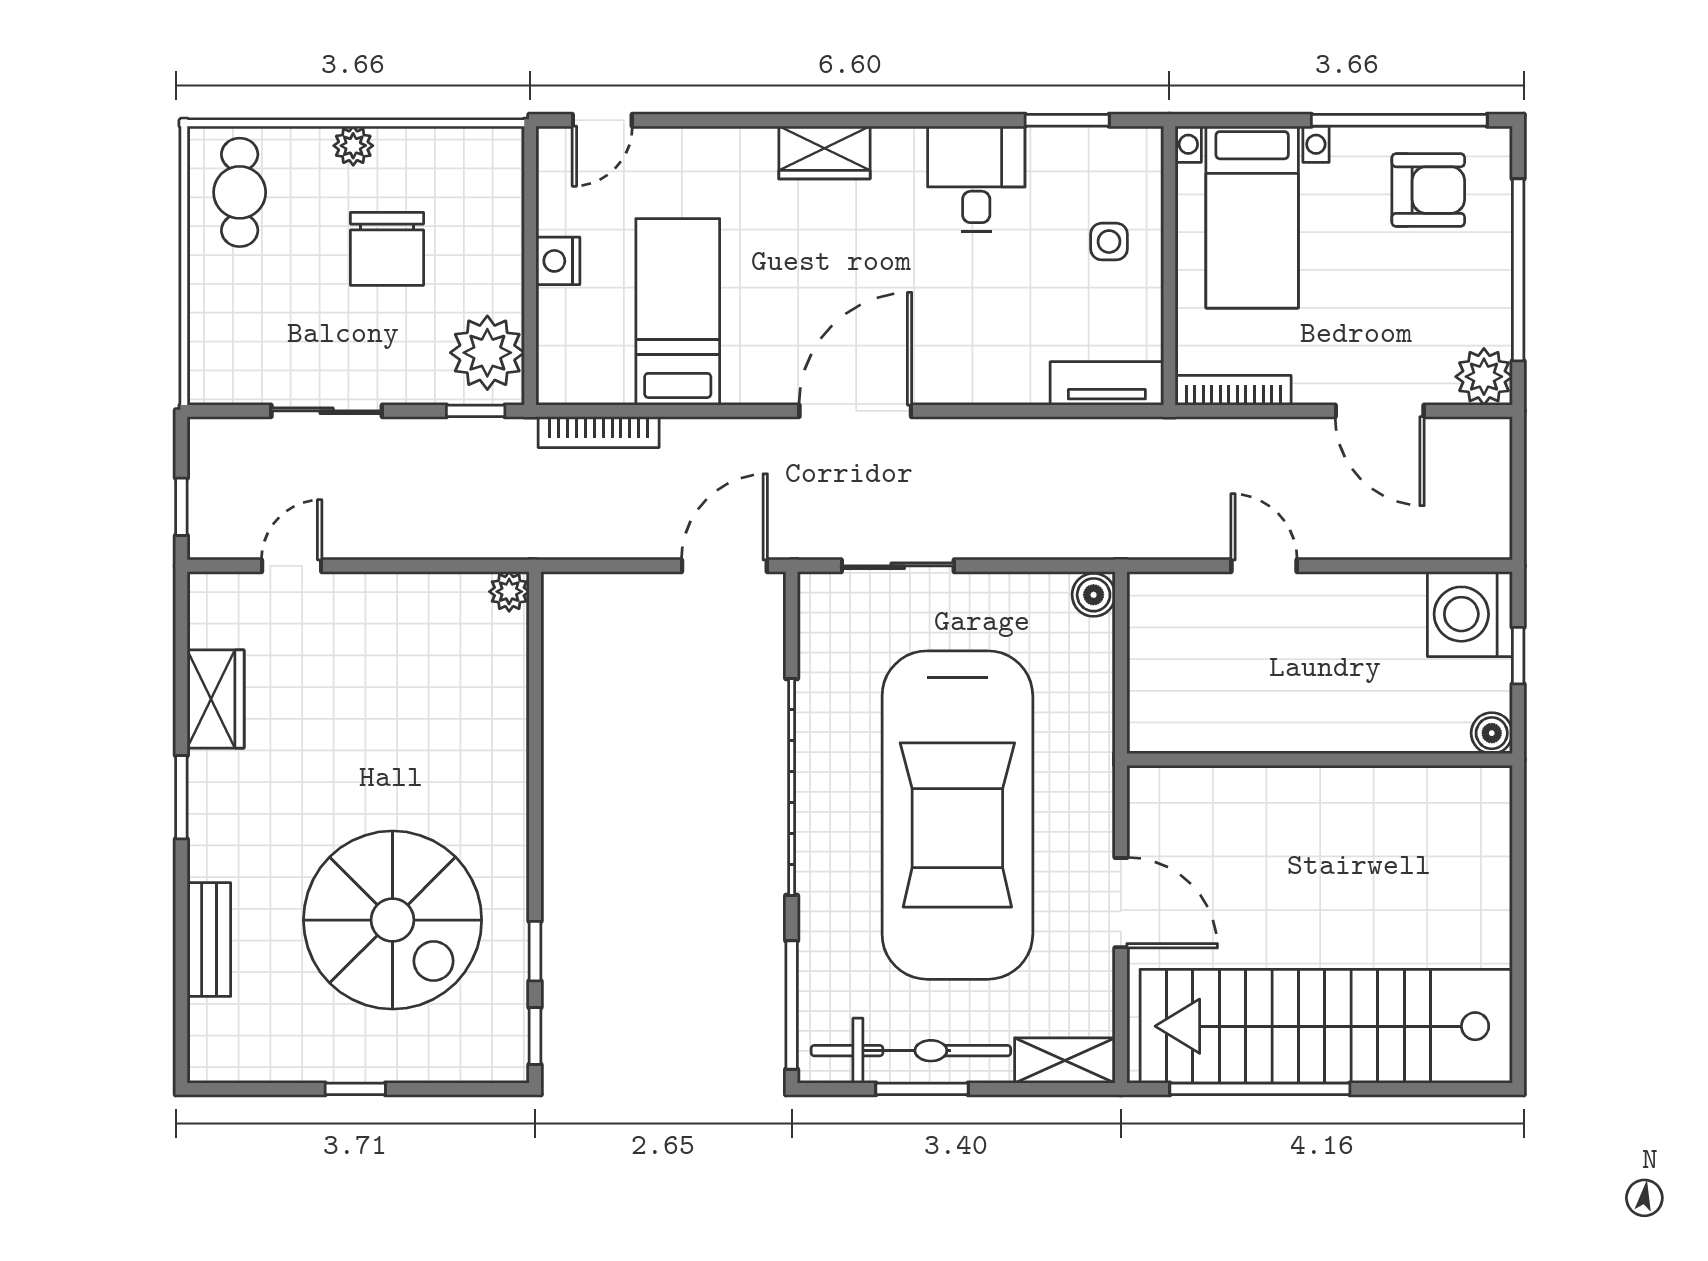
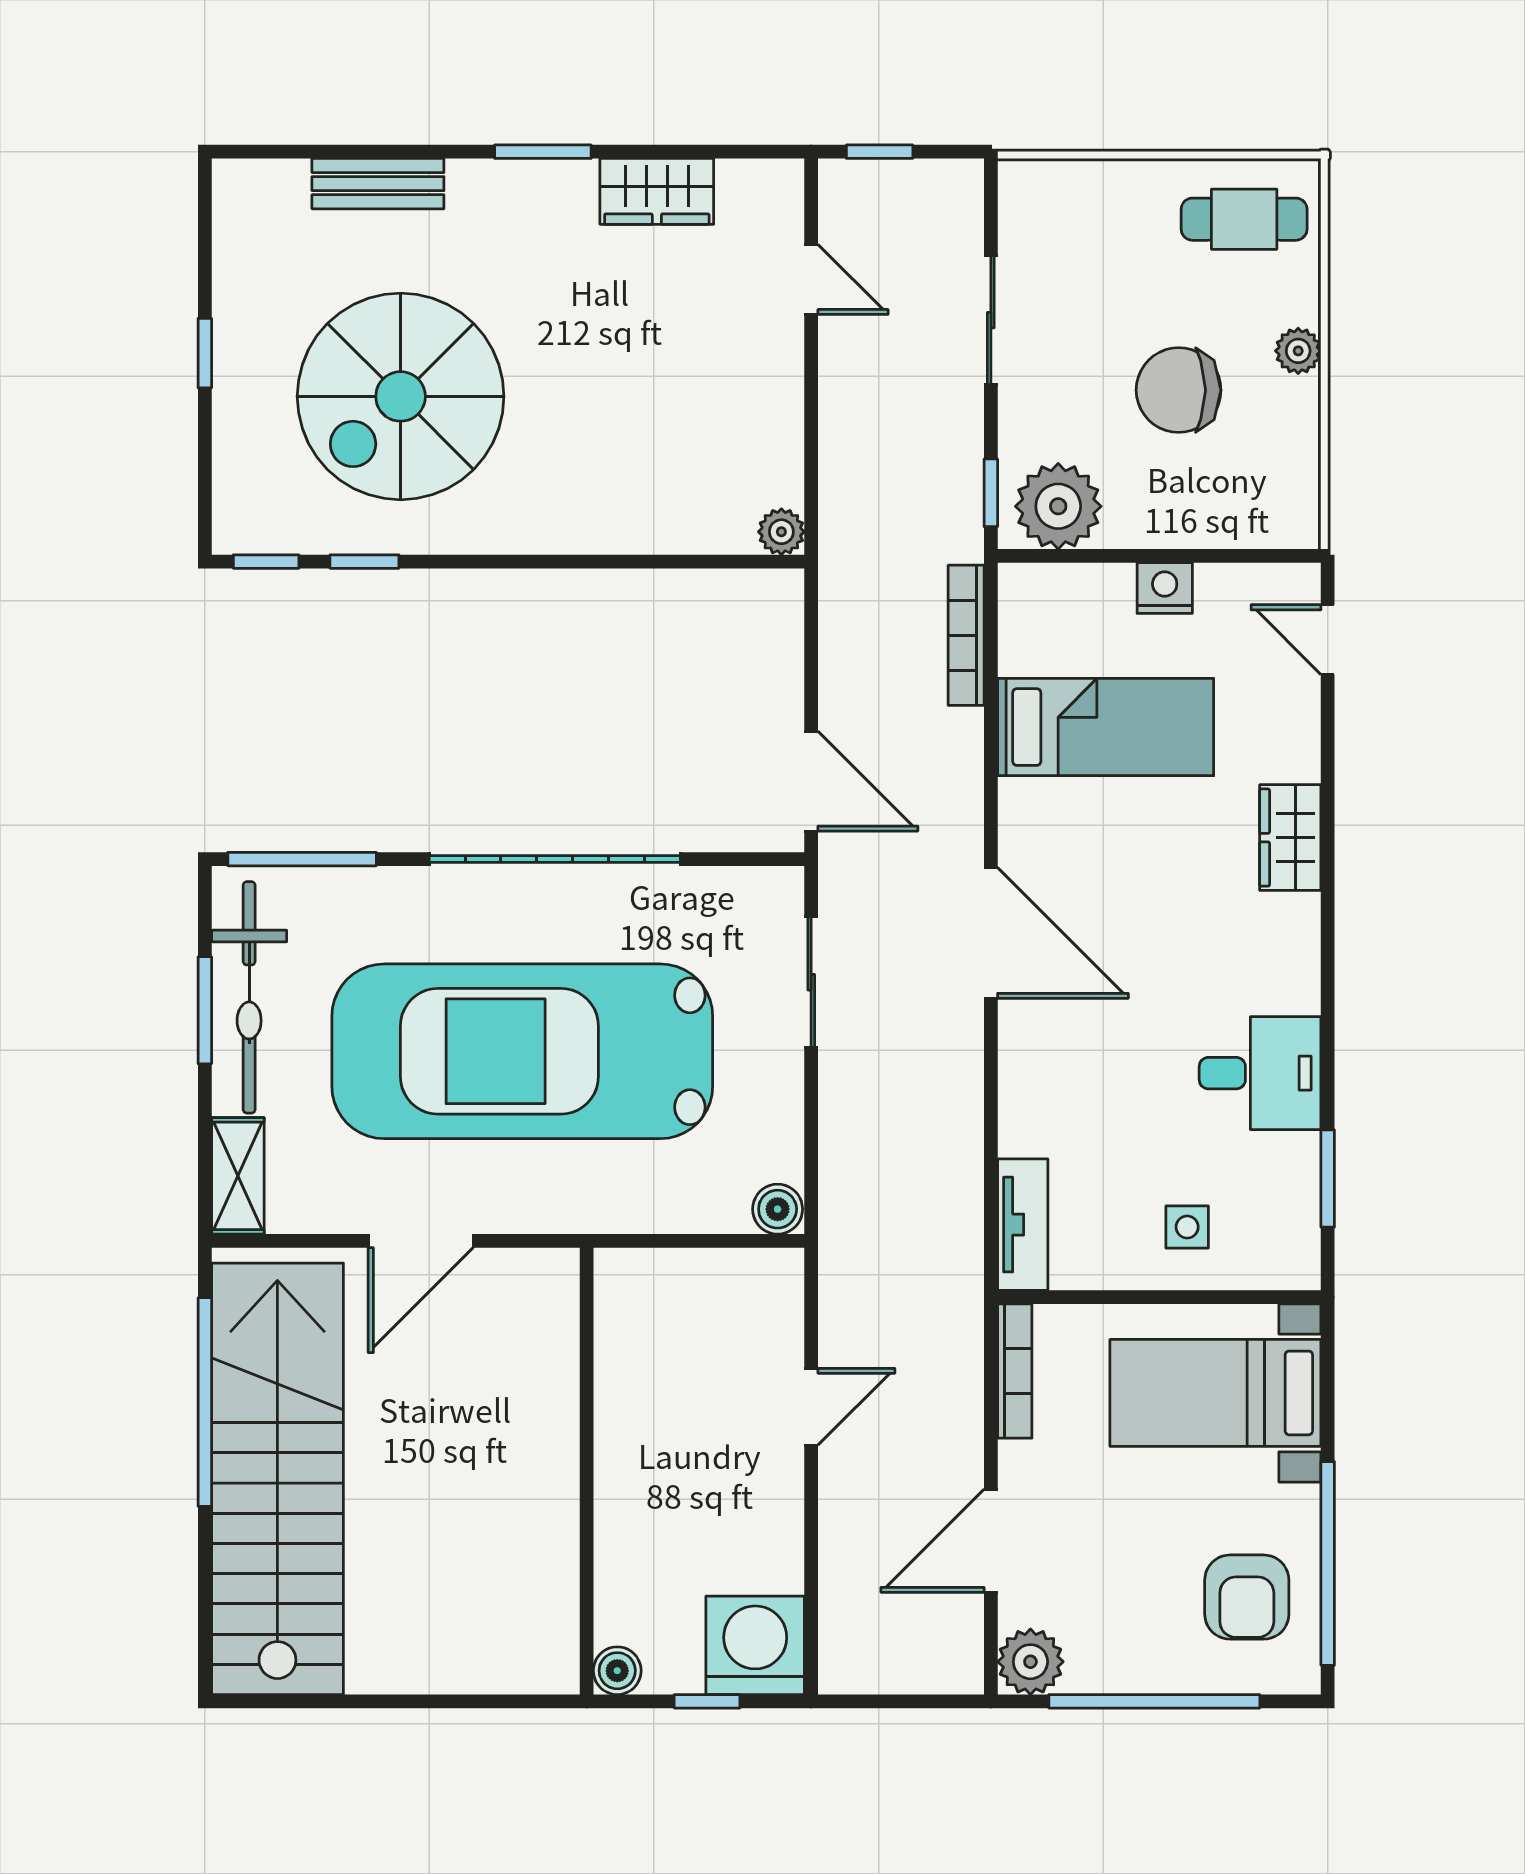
wardrobe: (824, 152) -> (1290, 838), moved

